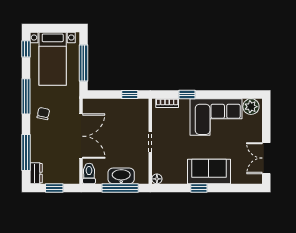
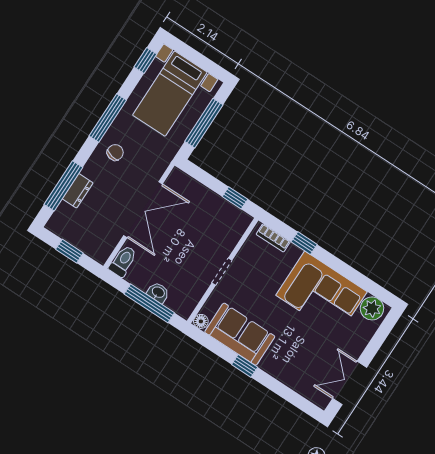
sofa: (209, 172) -> (240, 334), moved
dresser: (36, 173) -> (78, 191), moved
washbasin: (121, 176) -> (158, 293), width x0.52, depth x0.69

